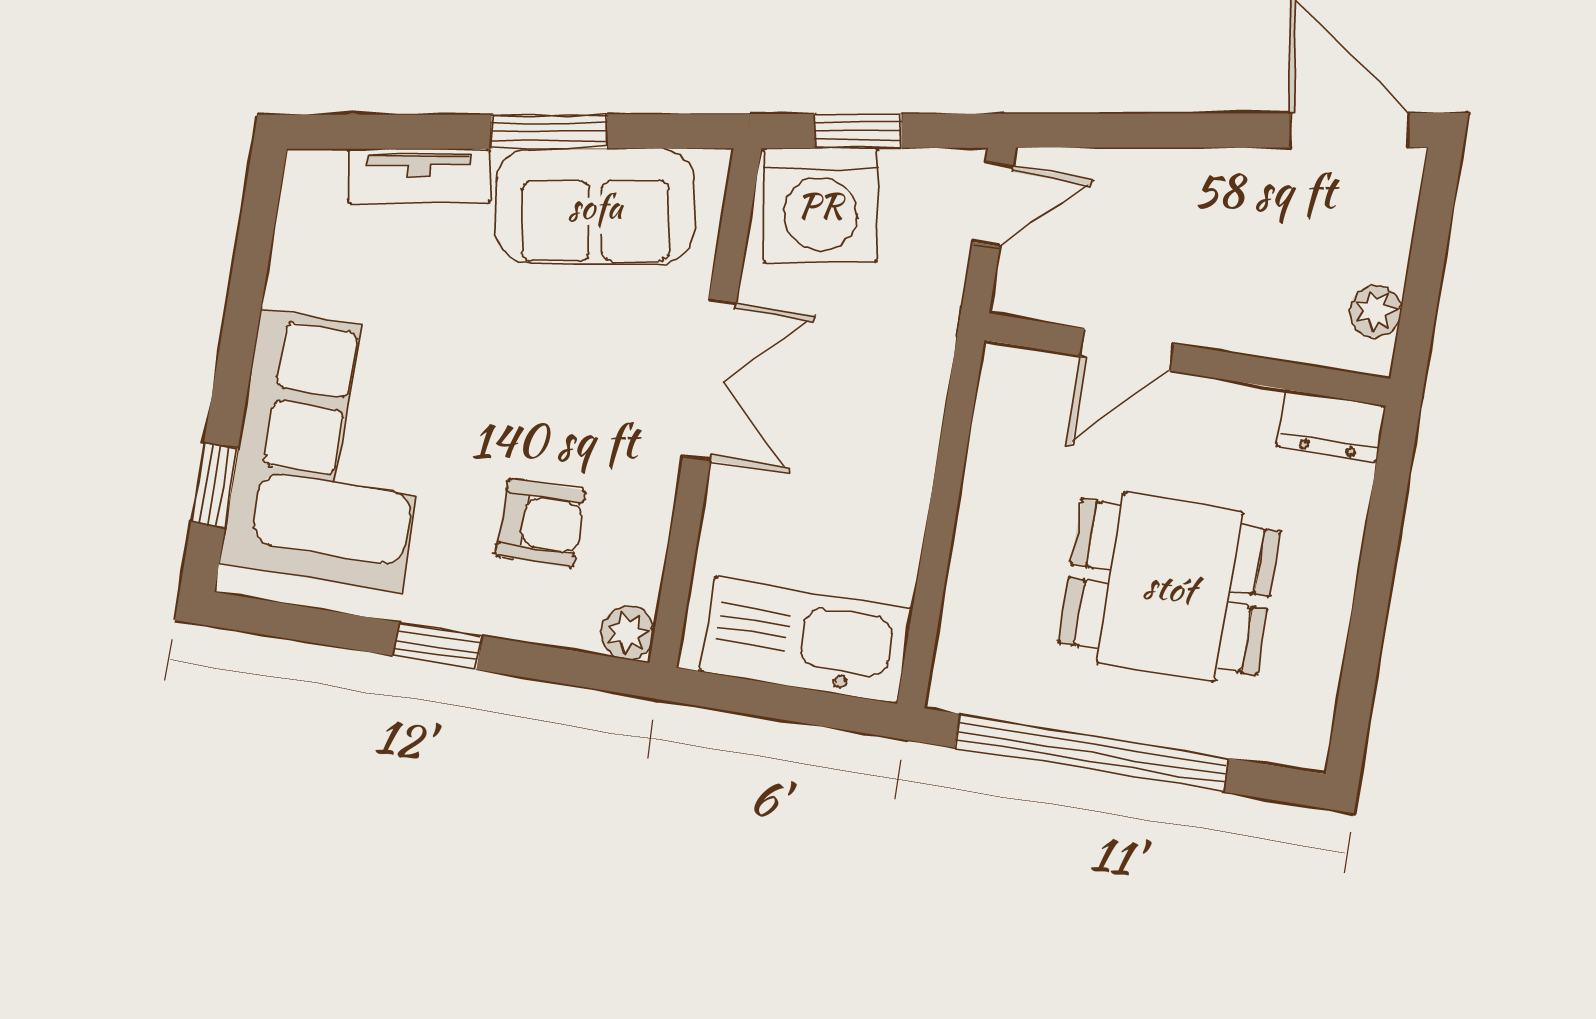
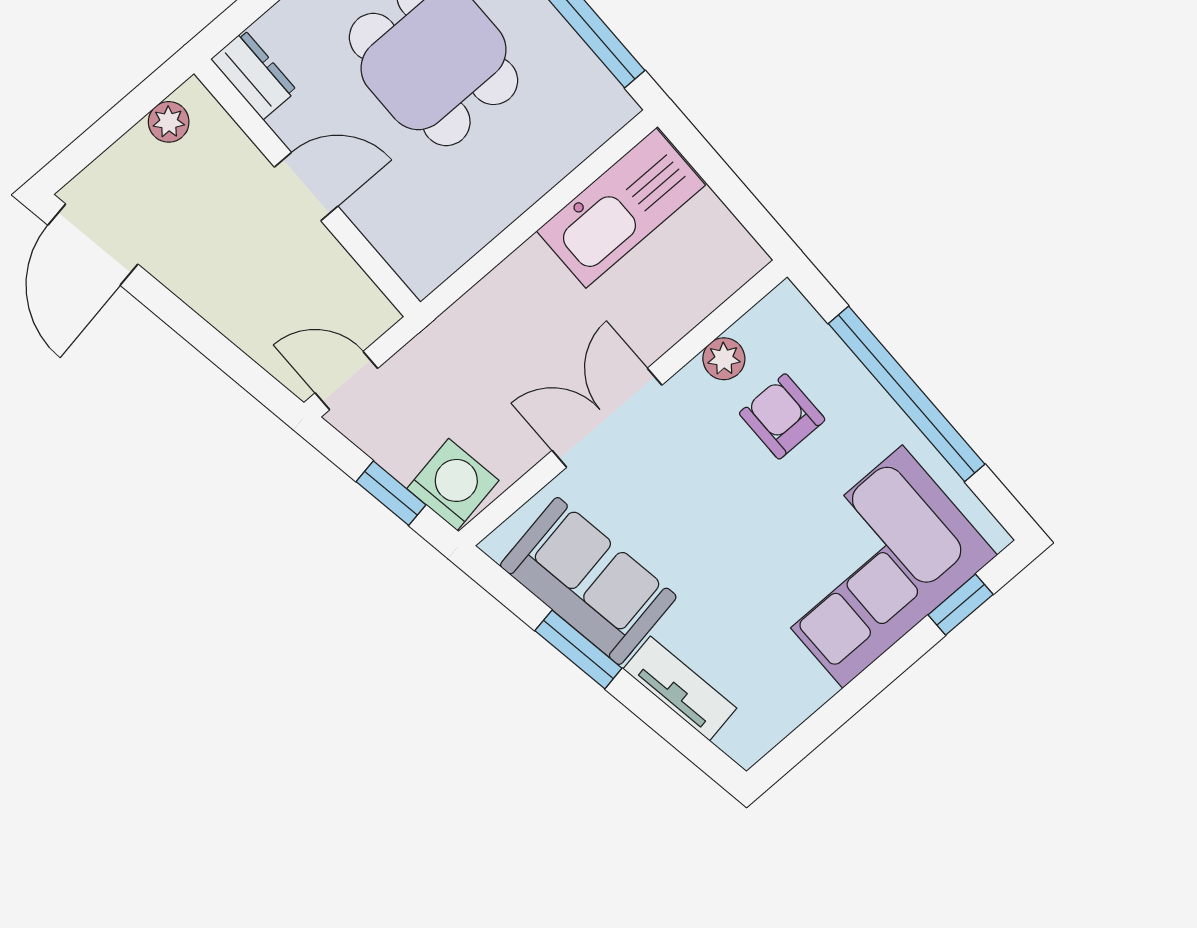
washing machine: (820, 205) -> (453, 485), width x0.73, depth x0.73
door: (1127, 350) -> (306, 187), moved
plant: (628, 633) -> (724, 359), moved
kitchen sink: (806, 640) -> (621, 208), moved, turned -90
window: (438, 646) -> (907, 394), width x3.17

